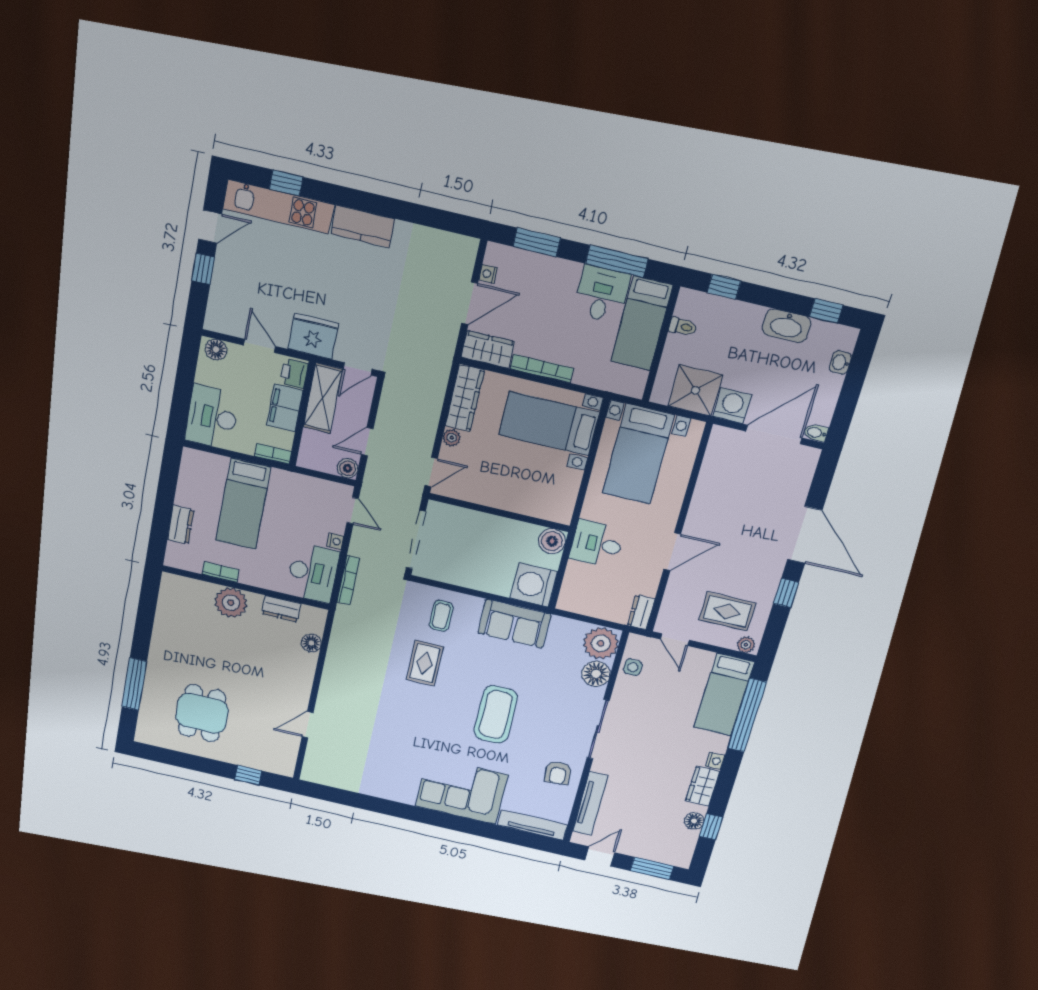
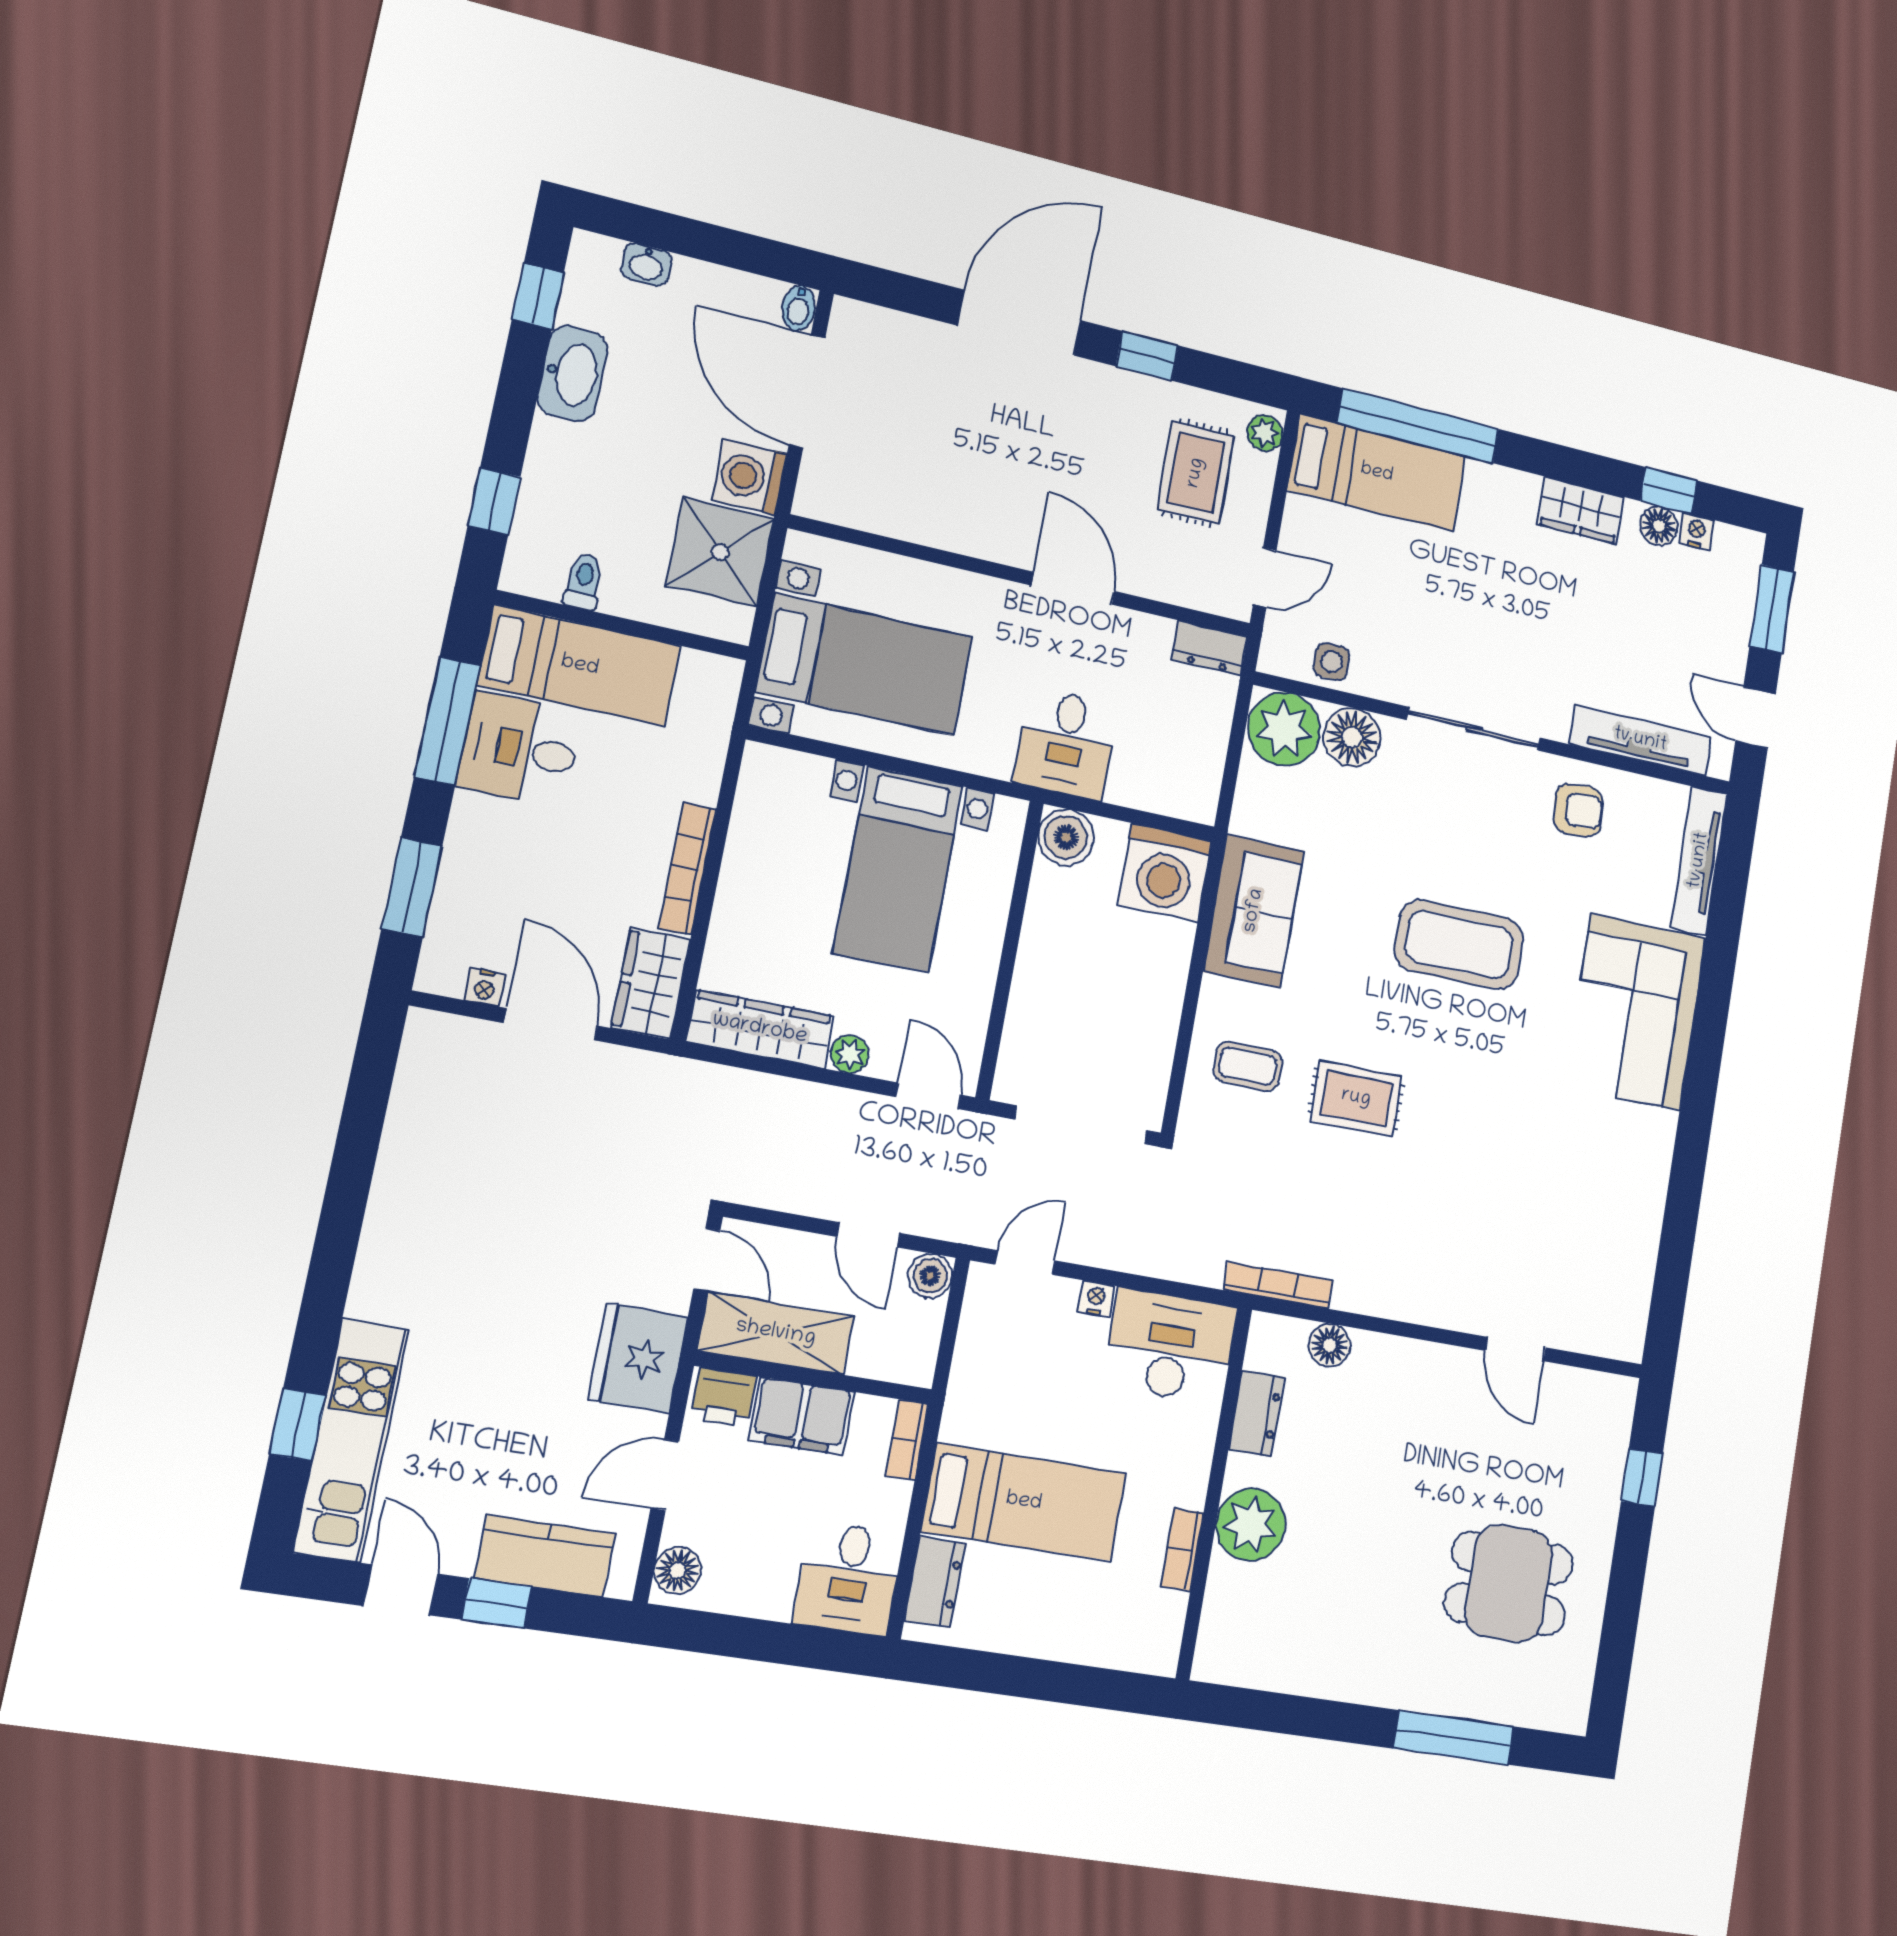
kitchen counter: (363, 226) -> (545, 1556), moved, turned -90
desk: (212, 417) -> (849, 1579), width x0.73
bed with nightstands: (549, 424) -> (898, 869), moved
dresser: (181, 525) -> (935, 1582), moved, turned 90
bookcase: (348, 580) -> (1278, 1285), moved
nightstand: (715, 761) -> (1696, 531), moved

